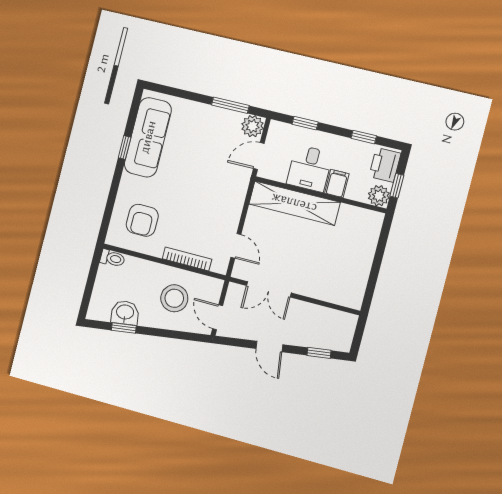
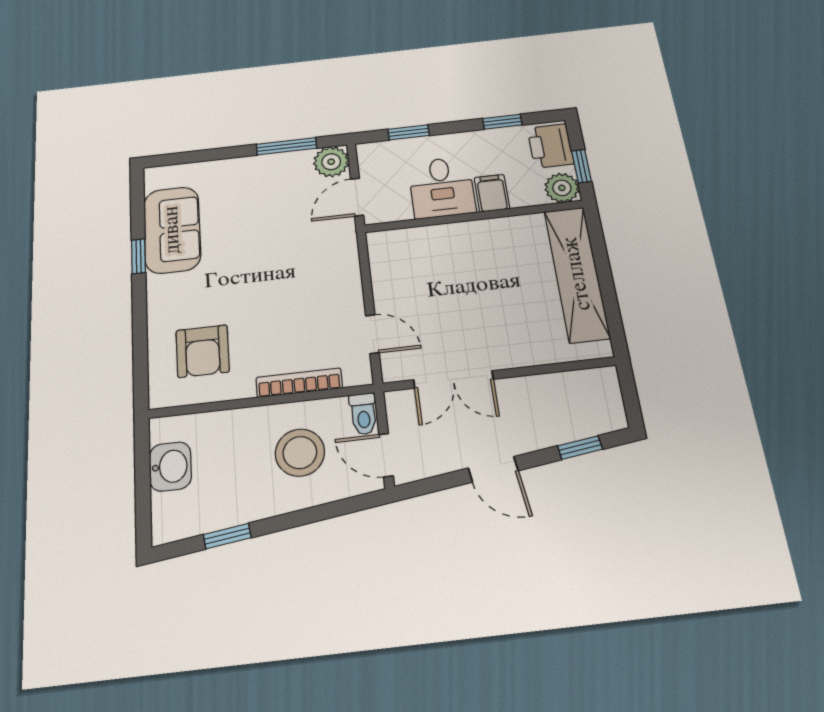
sofa: (148, 137) -> (172, 230), width x0.73
shelving: (294, 203) -> (577, 274), moved, turned 90
toilet: (112, 258) -> (363, 414), moved, turned 90
washbasin: (125, 313) -> (170, 467), moved, turned 98

